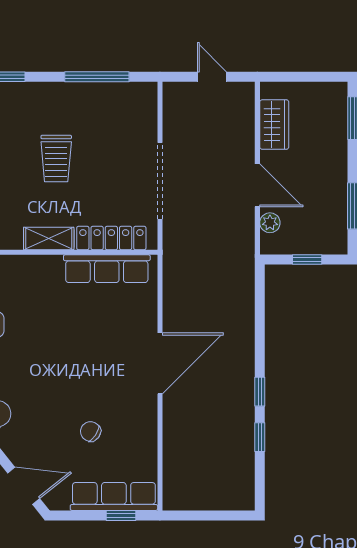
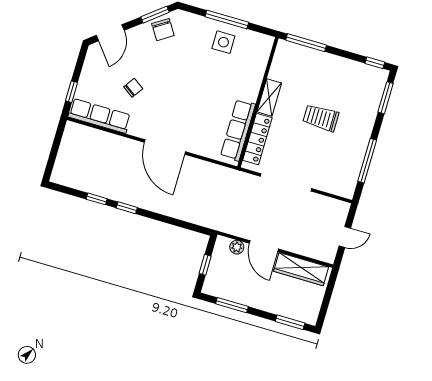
wardrobe: (274, 125) -> (301, 269), width x1.50
door: (257, 185) -> (264, 246), hinge flipped
row of seats: (114, 496) -> (99, 116), moved, turned -90

